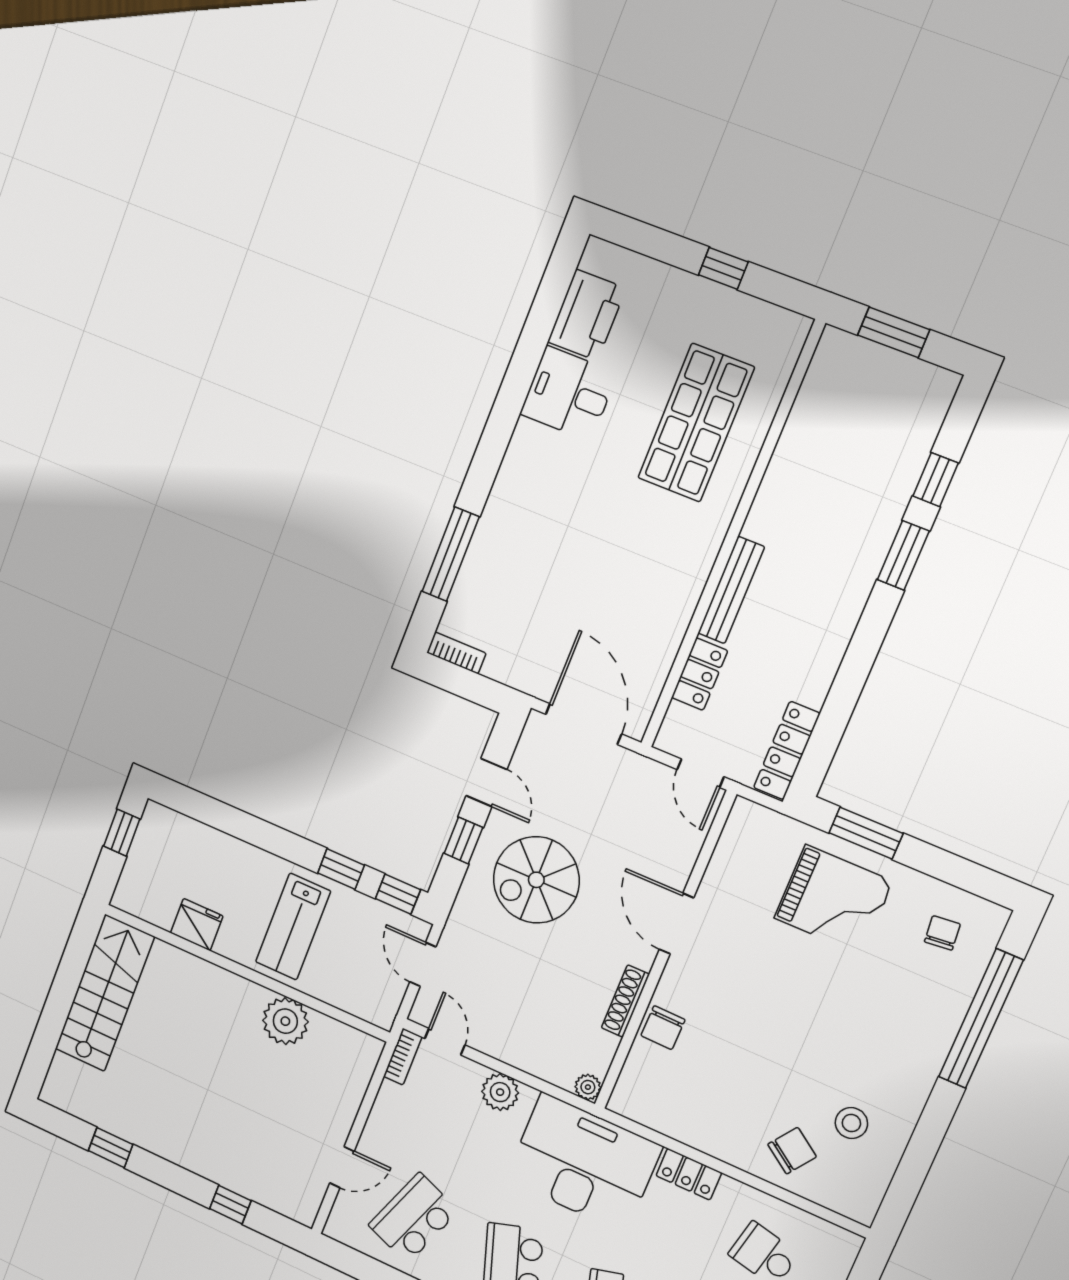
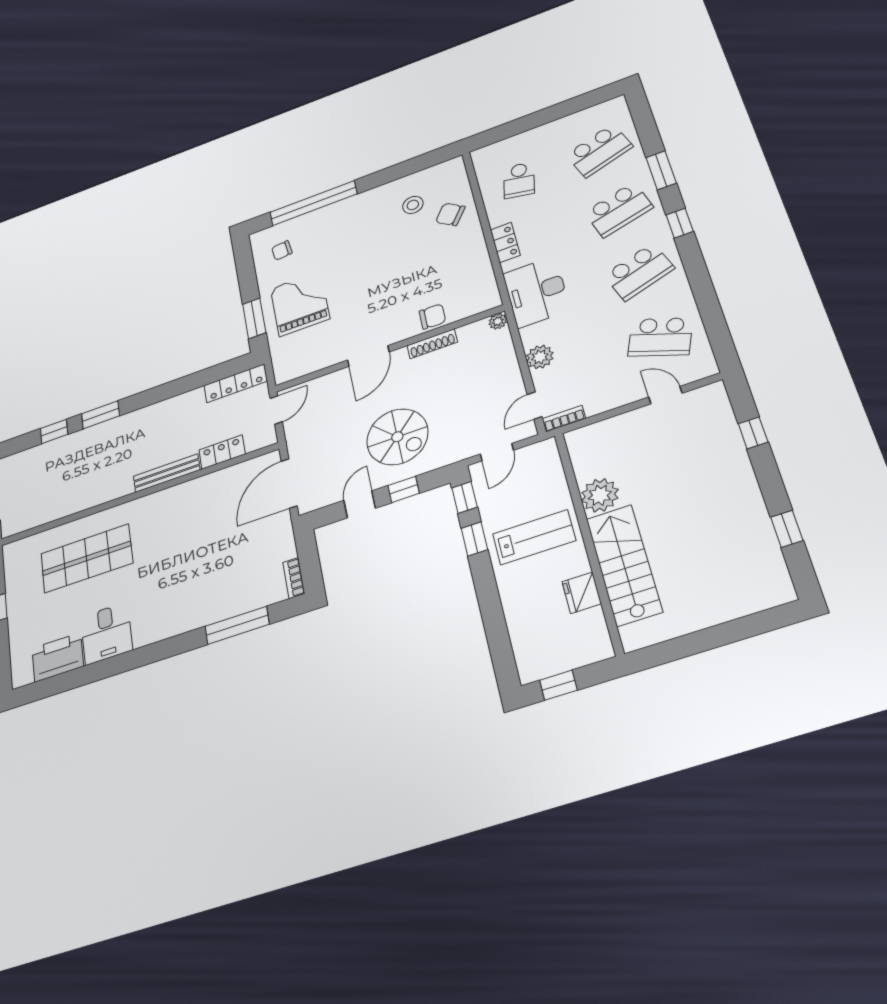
stairs: (105, 993) -> (624, 565), moved, turned 90
desk: (584, 1163) -> (536, 292), width x0.73, depth x0.77

